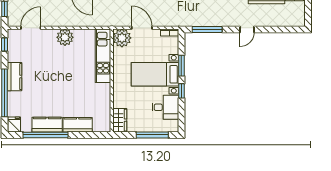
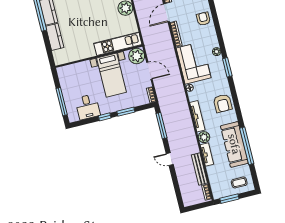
door: (142, 28) -> (149, 71), hinge flipped
bed with nightstands: (155, 74) -> (111, 75), moved, turned 180
wardrobe: (120, 120) -> (67, 71), removed

